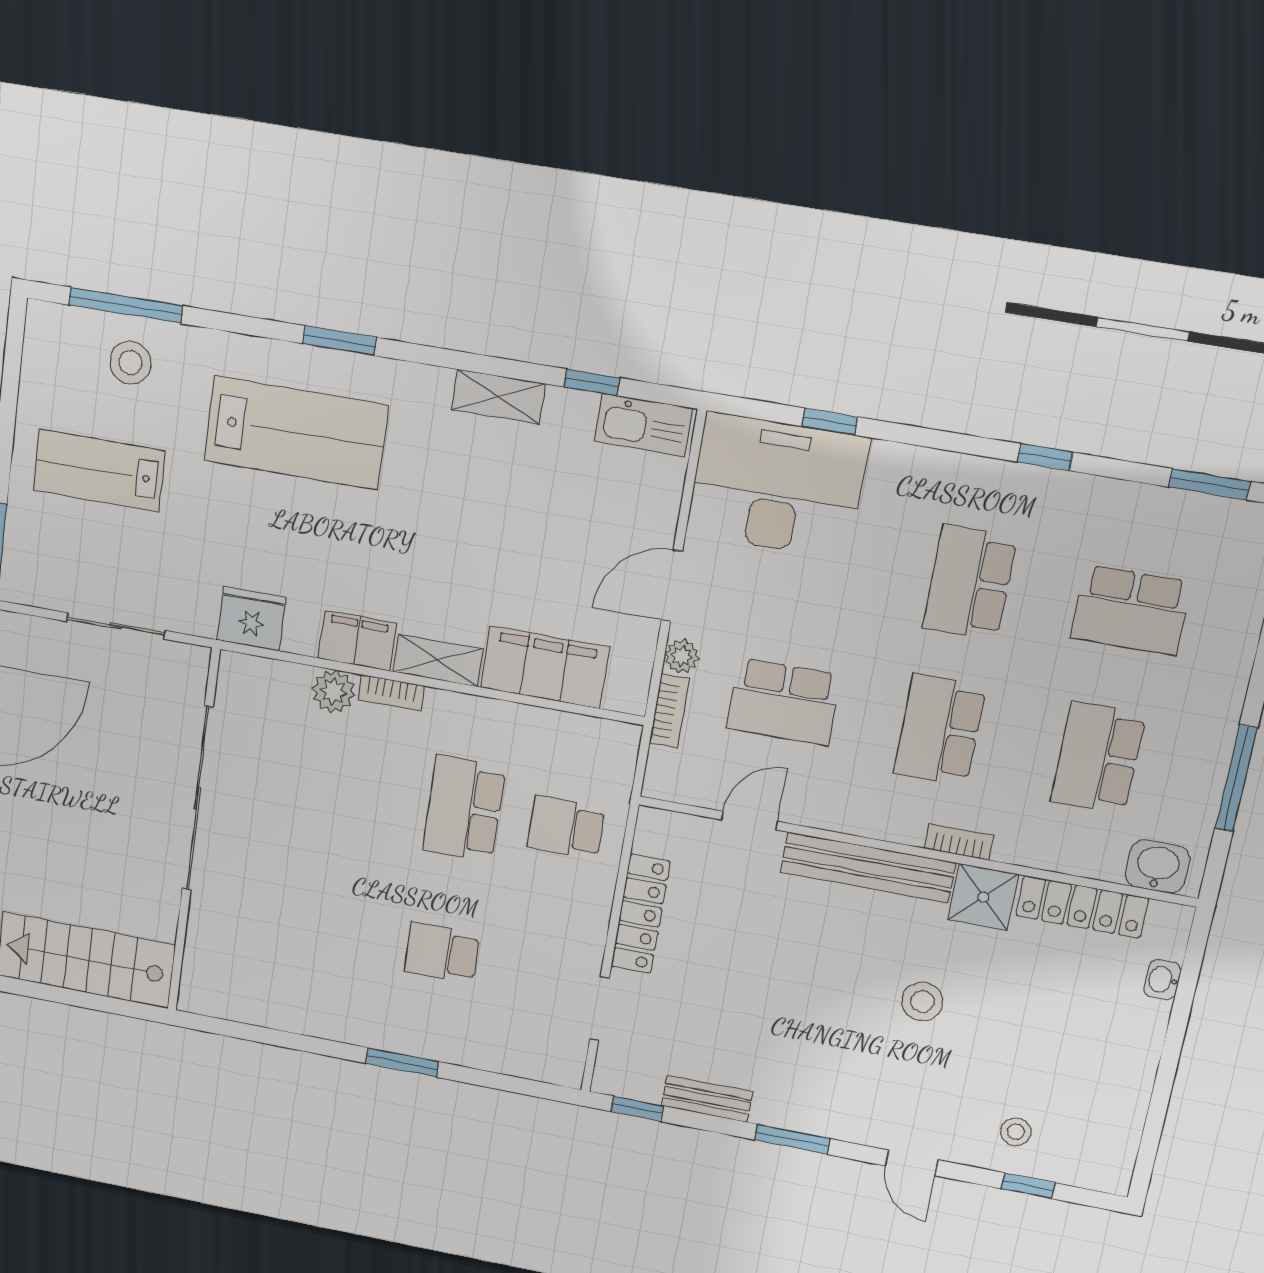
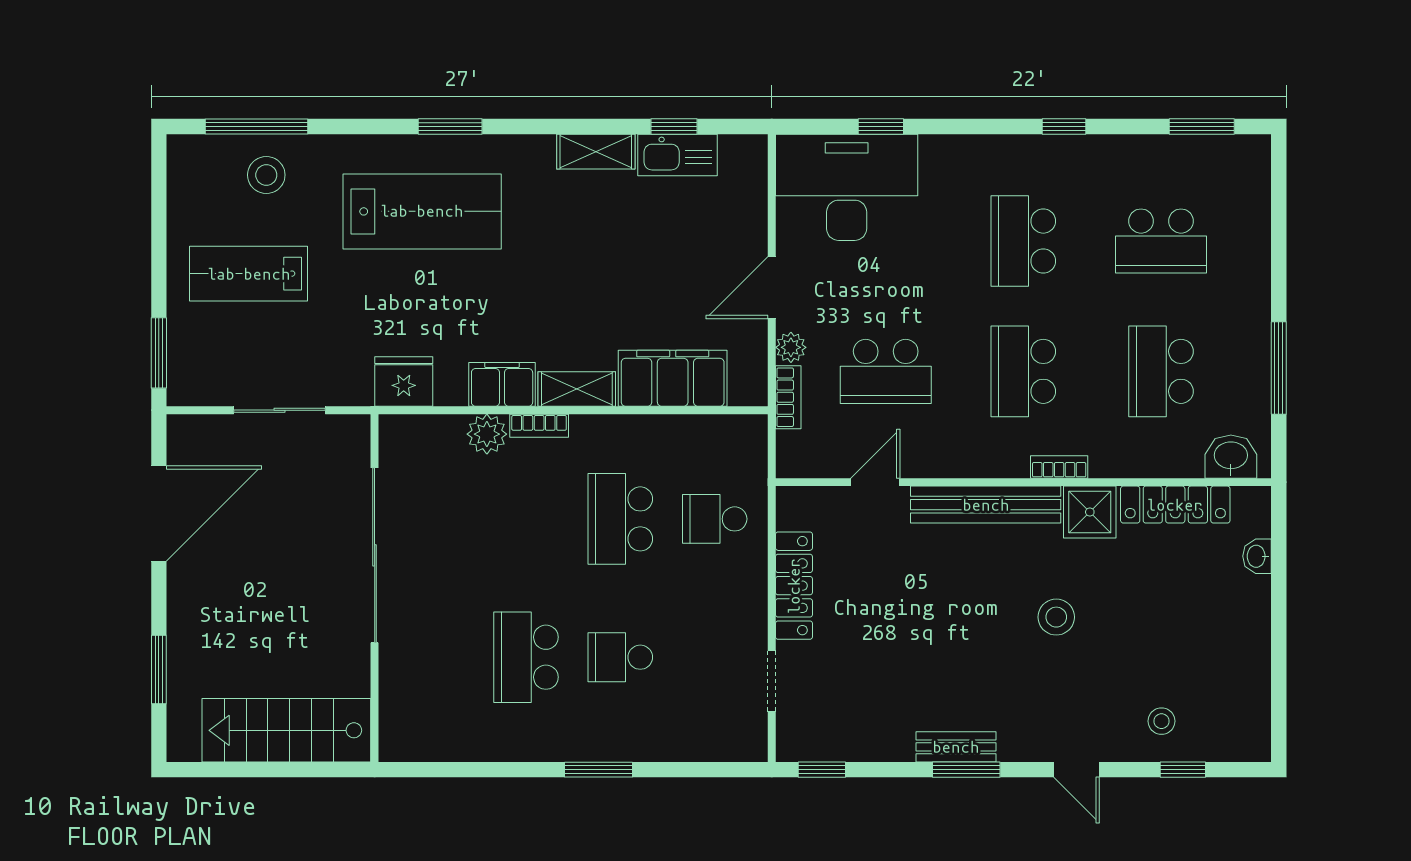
kitchen sink: (643, 425) -> (677, 155), moved
school desk: (343, 934) -> (526, 657), added
bench: (707, 1099) -> (956, 747), moved

